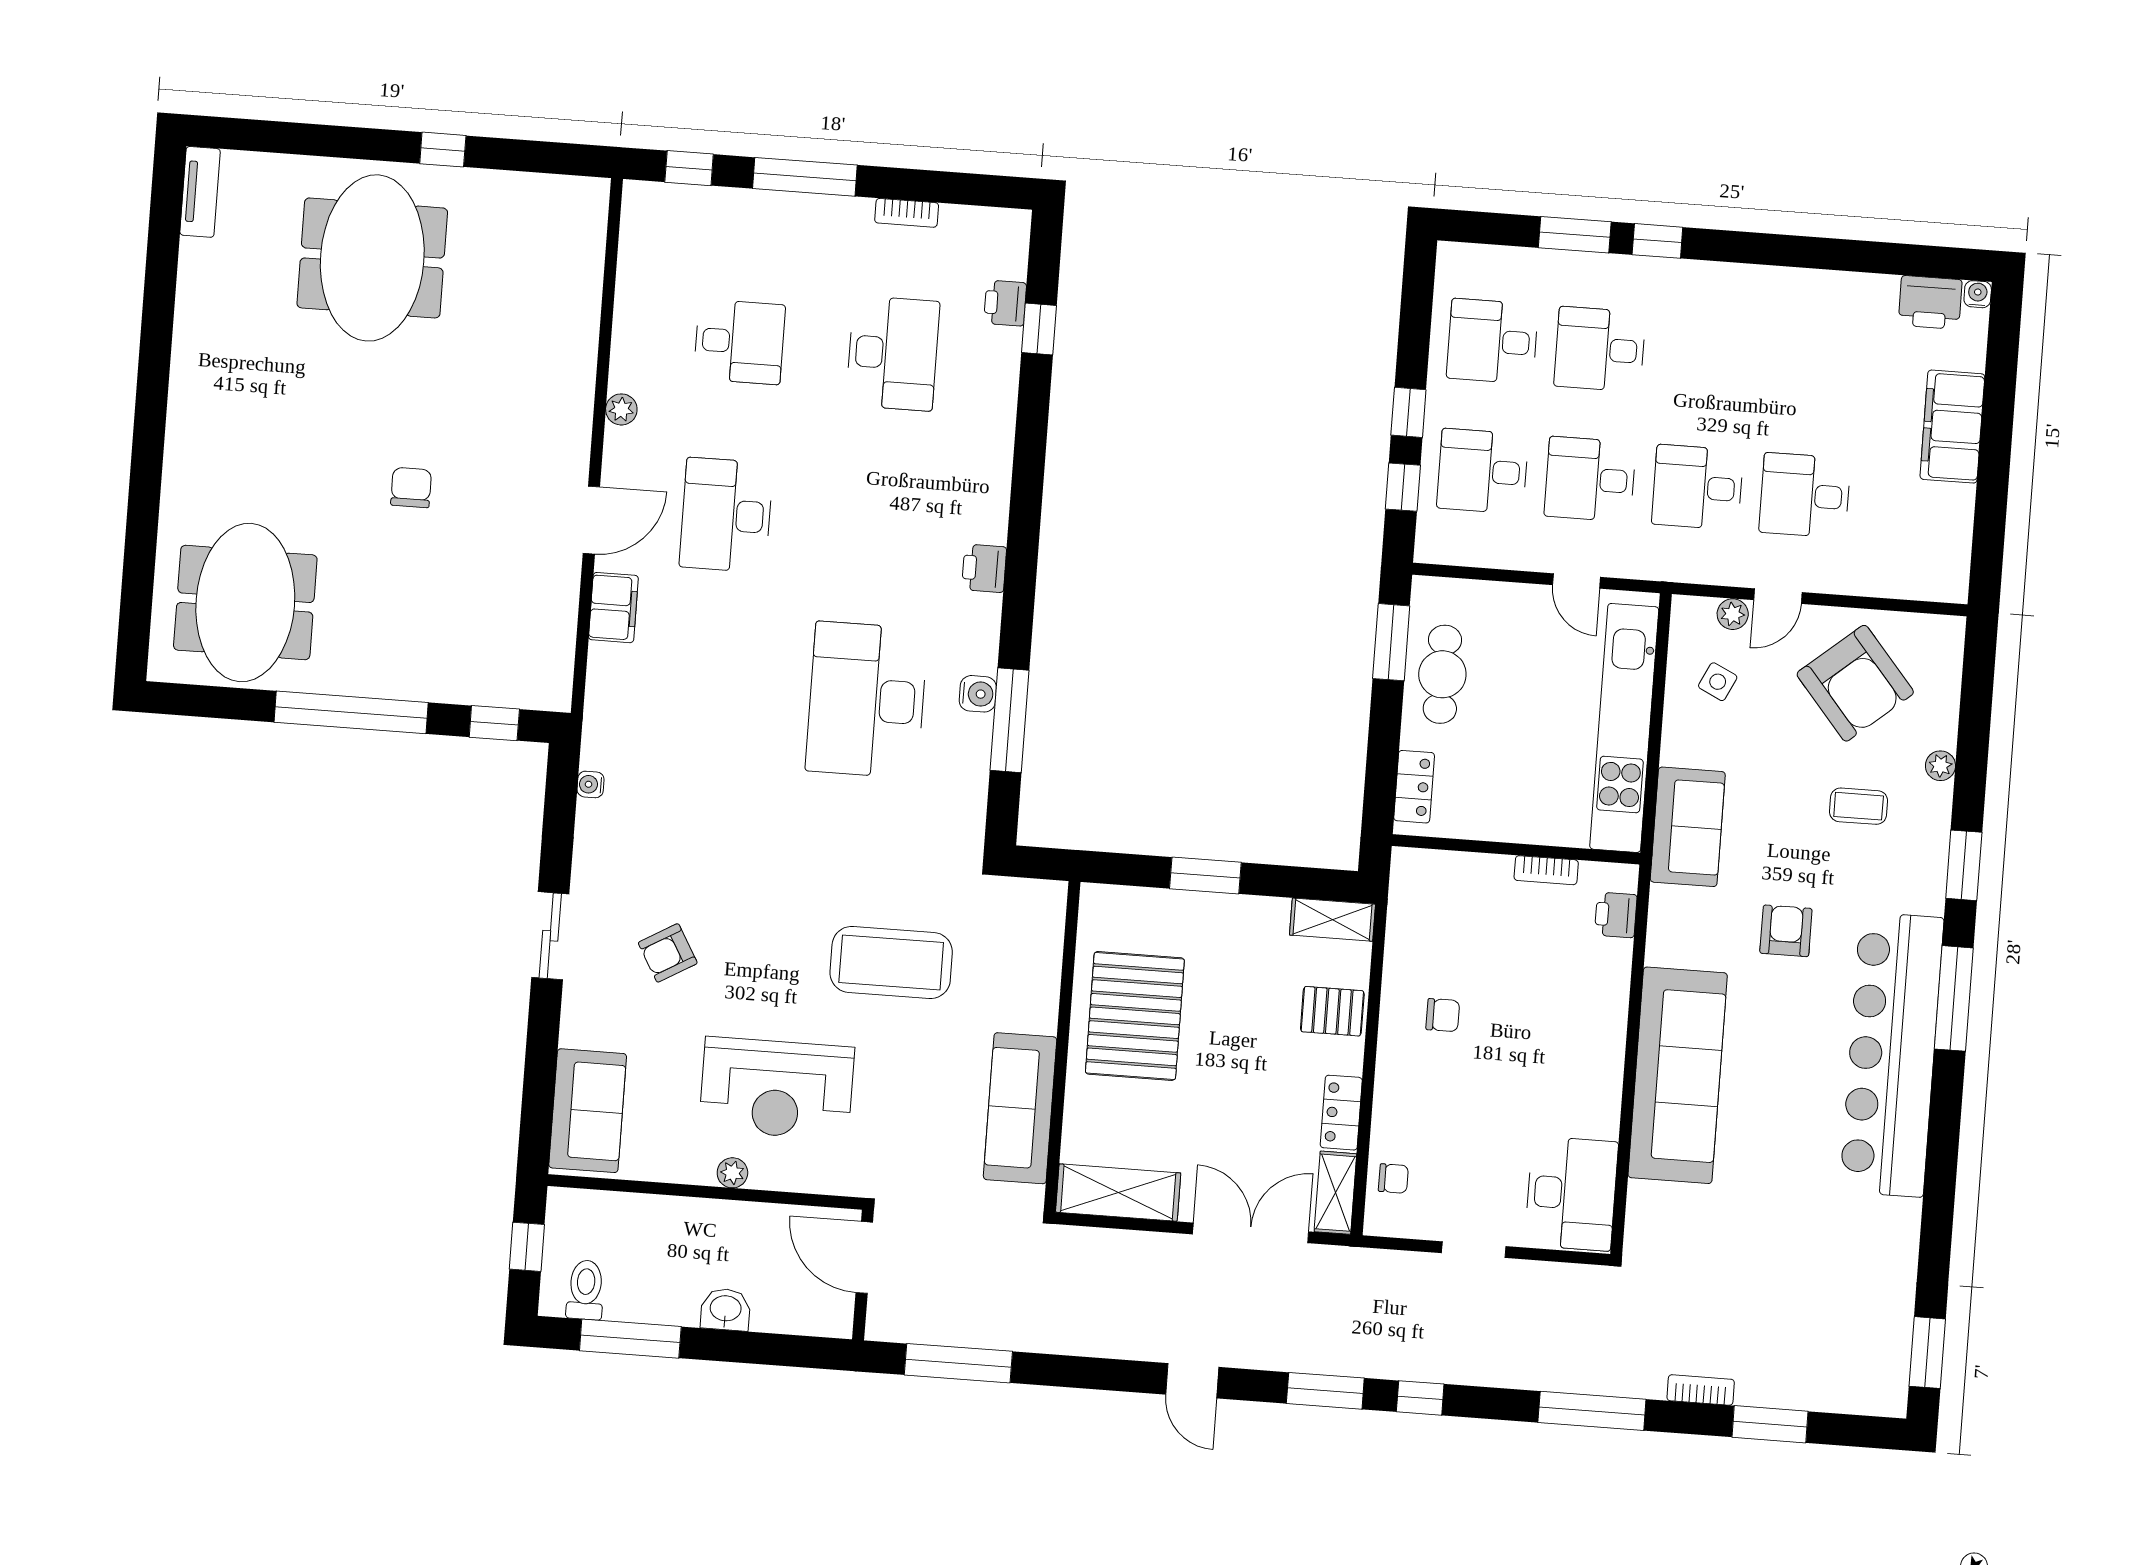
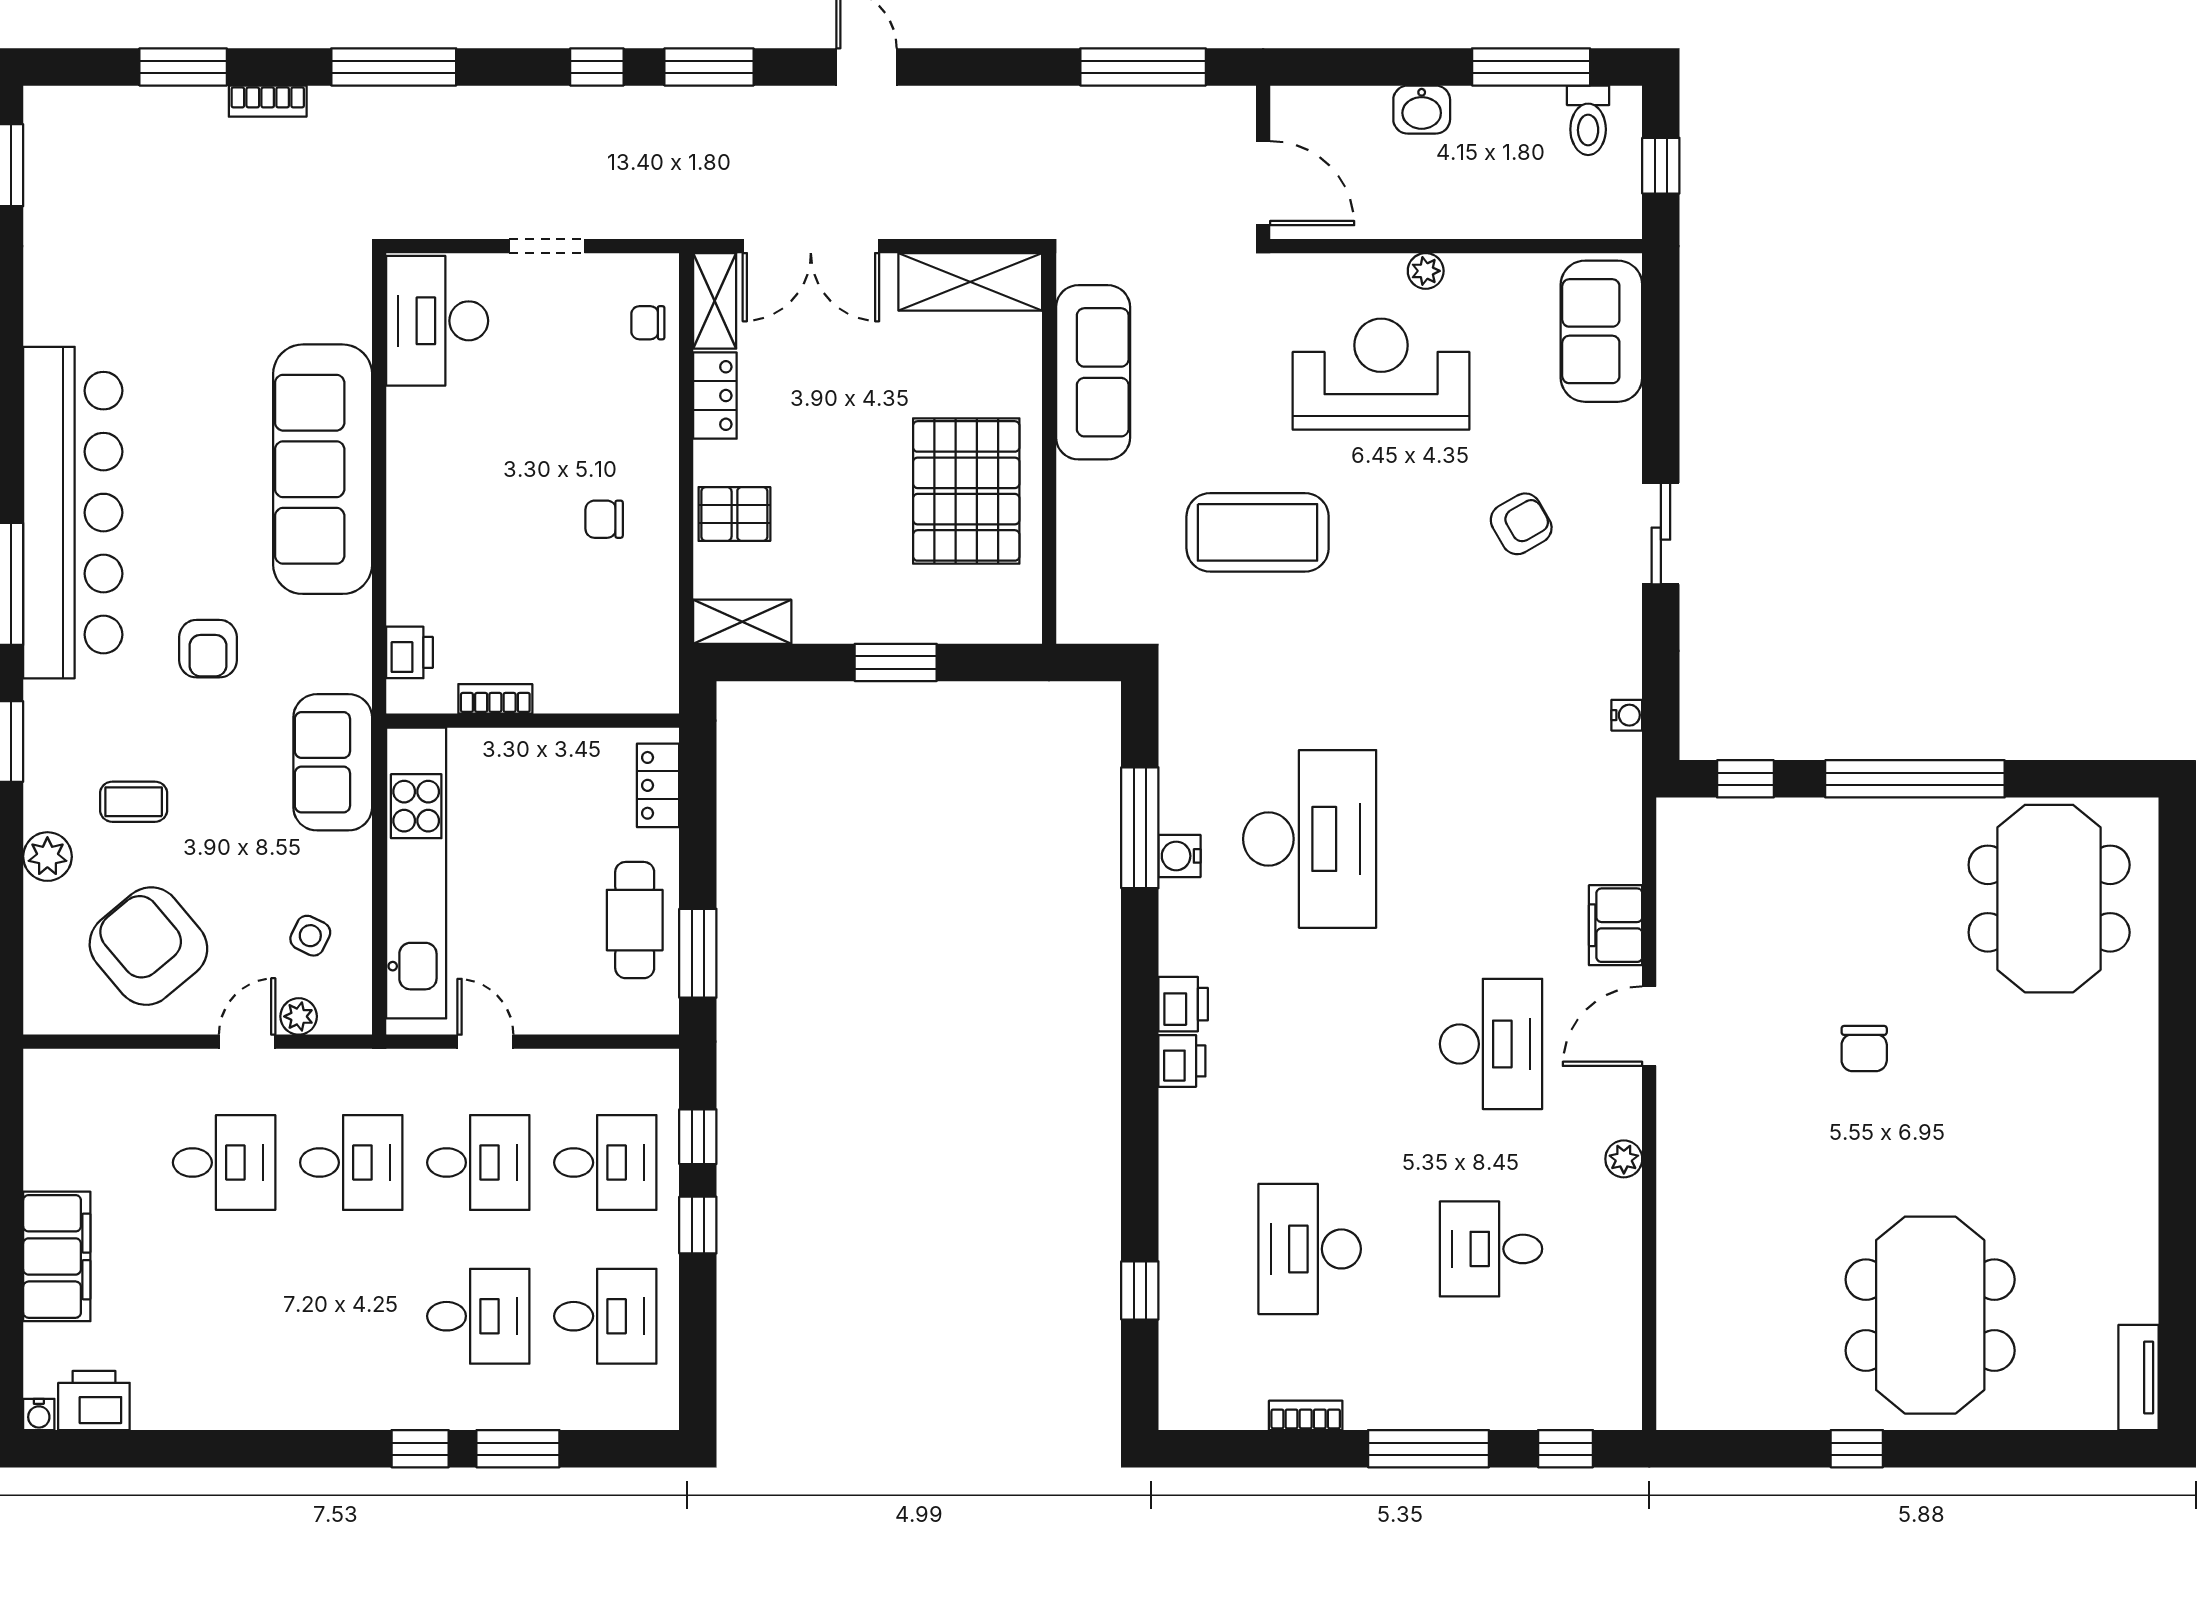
printer: (1005, 303) -> (1182, 1061), moved
plant: (1940, 766) -> (47, 857), width x1.38, depth x1.38

